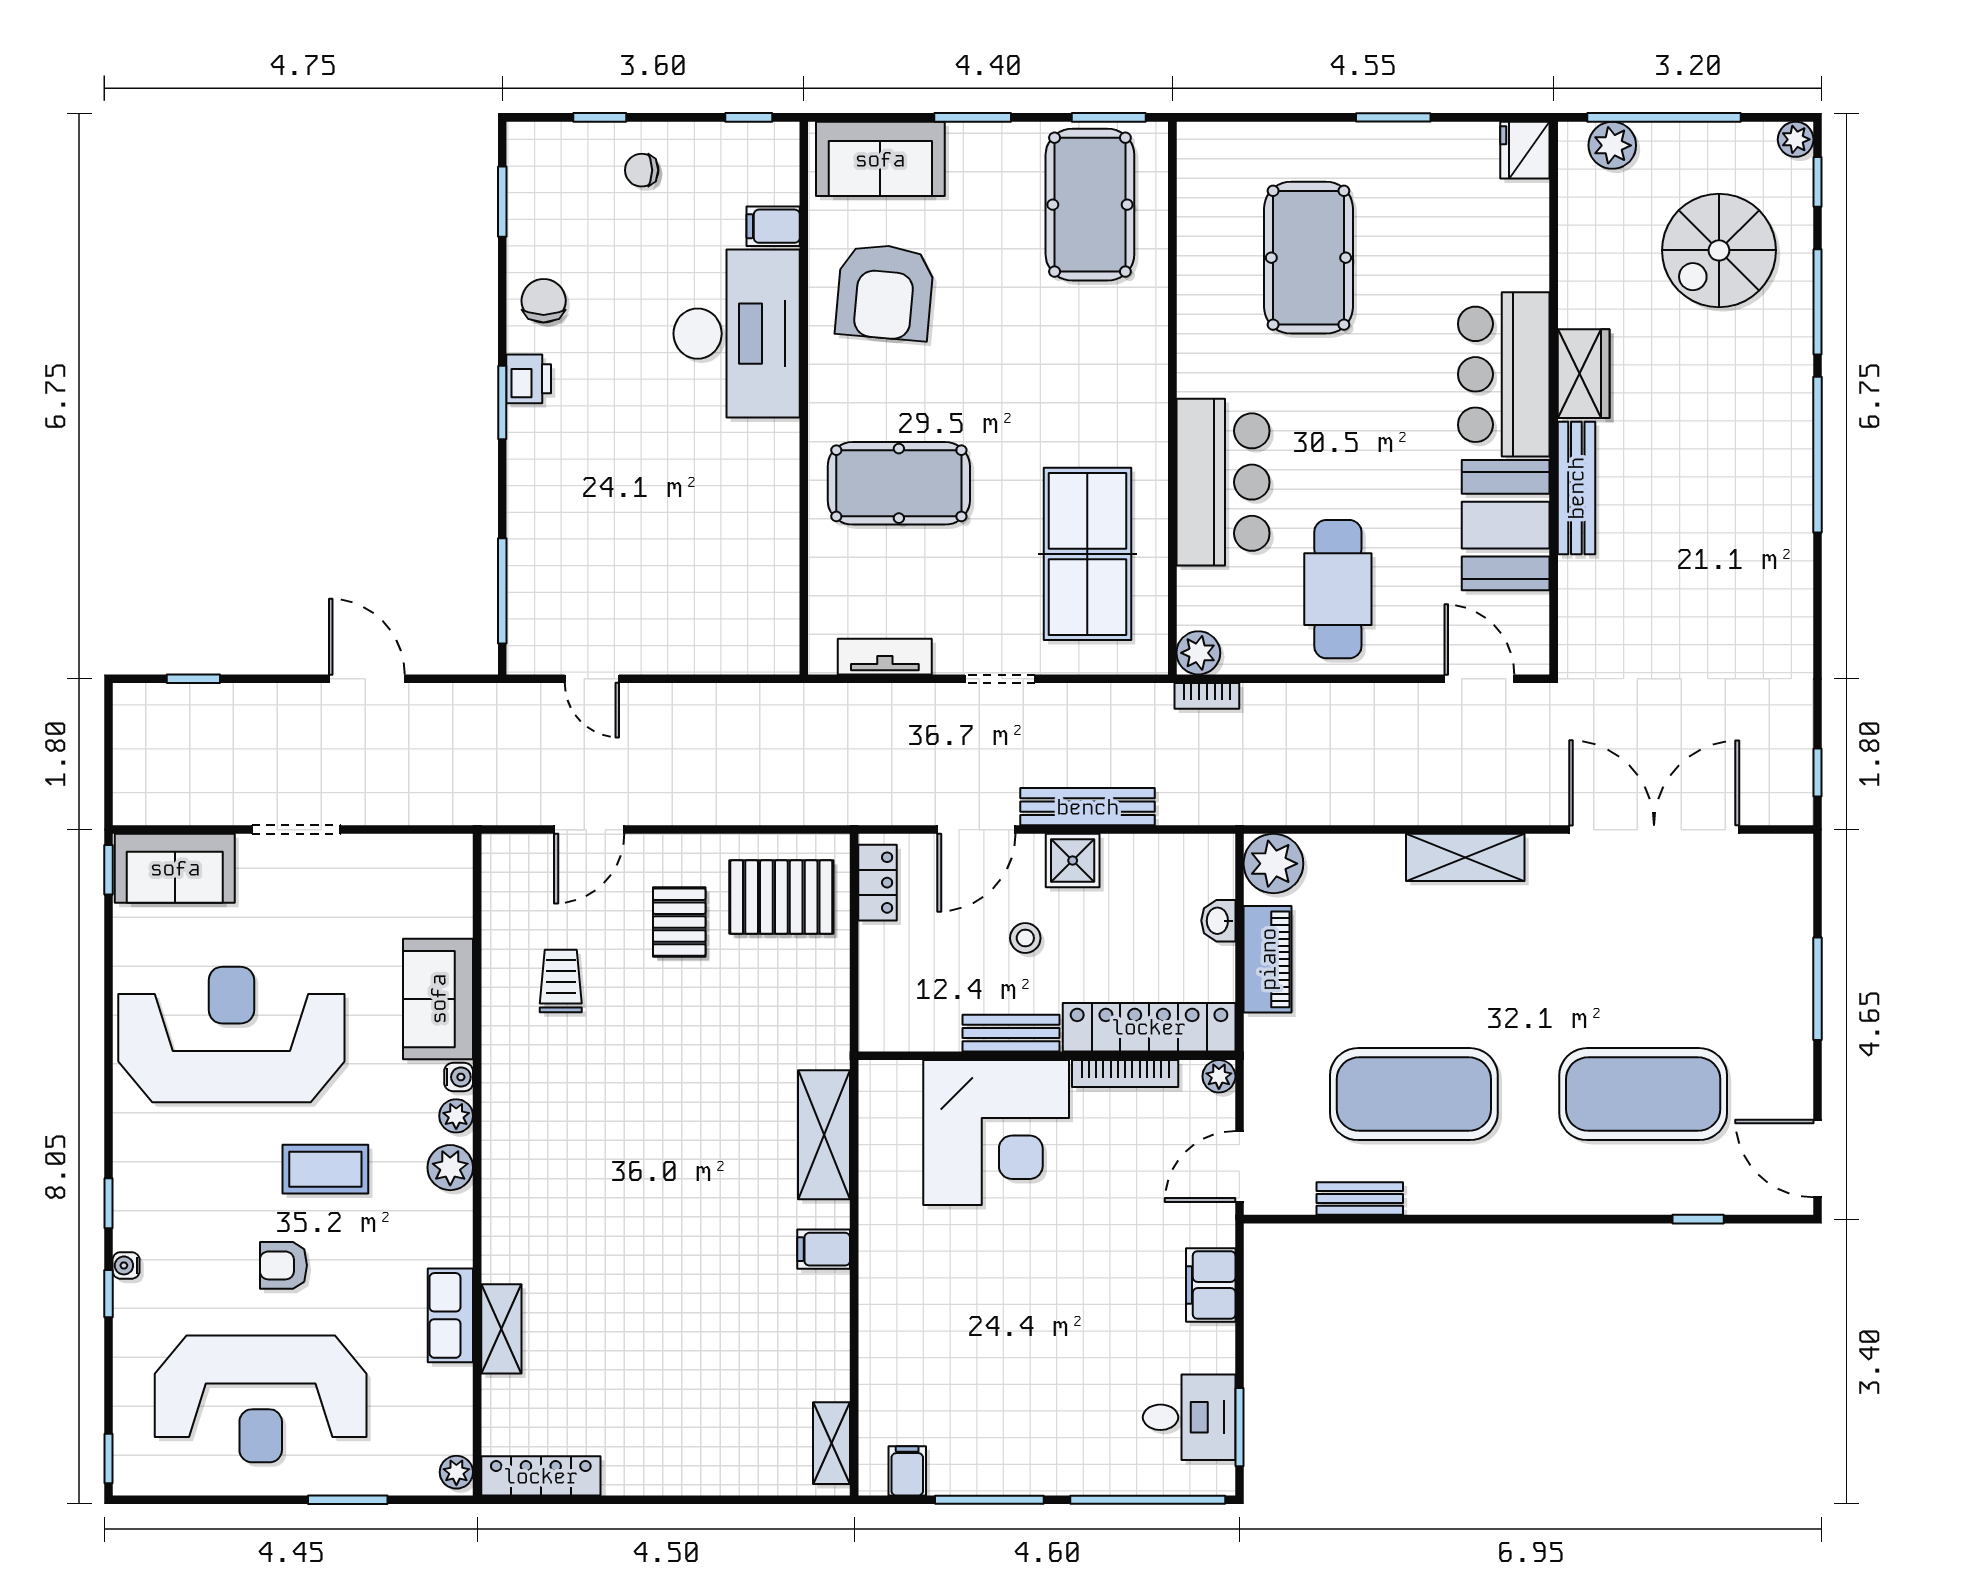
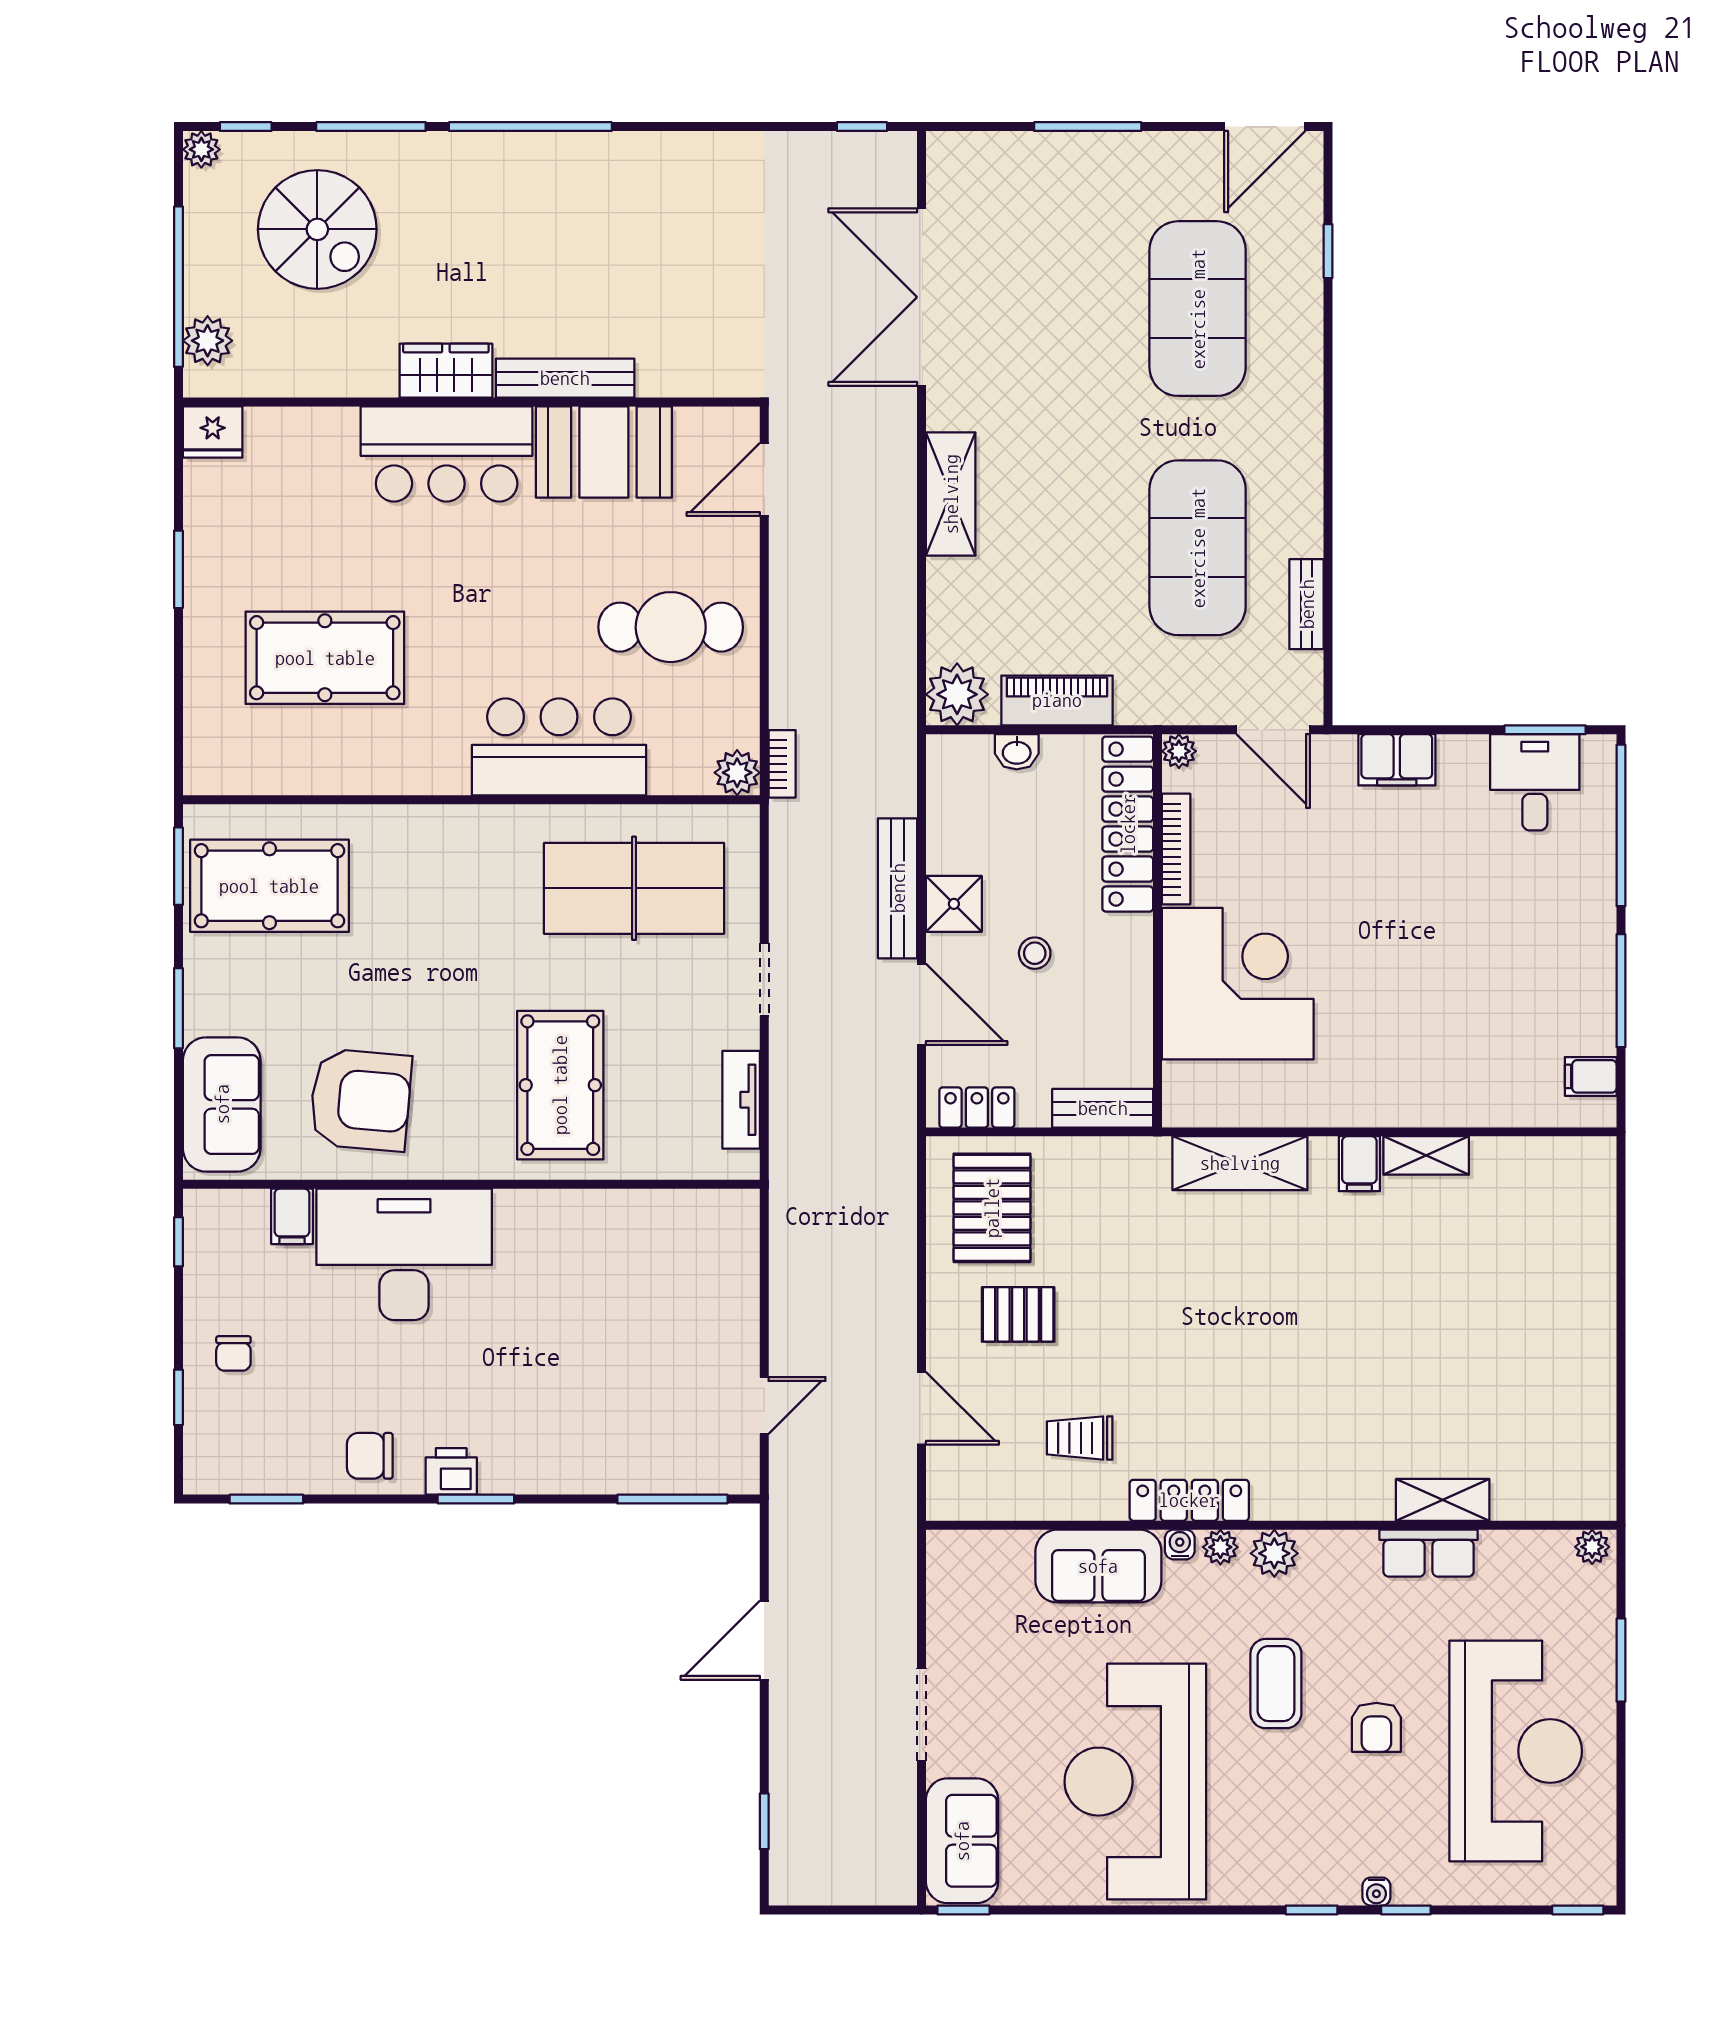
bench: (1011, 1033) -> (1103, 1108), moved, turned 90
shelving: (831, 1443) -> (1426, 1155), moved
locker: (541, 1476) -> (1189, 1500), moved, turned 90

